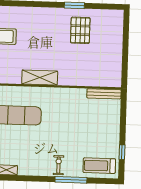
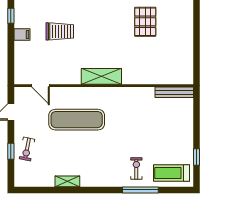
exercise bike: (59, 165) -> (136, 168), moved

